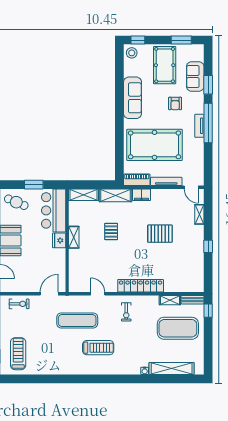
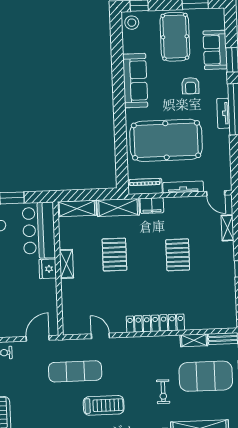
pallet: (111, 231) -> (114, 255), width x1.50, depth x1.42
pallet: (160, 234) -> (178, 255), turned 90
exercise bike: (126, 312) -> (163, 392), moved

